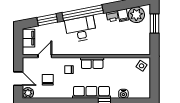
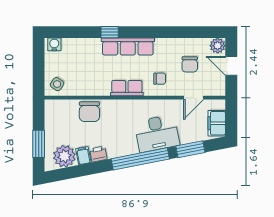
desk: (81, 29) -> (157, 133), moved
chair: (119, 46) -> (89, 112), added
water cooler: (123, 94) -> (54, 44), moved

